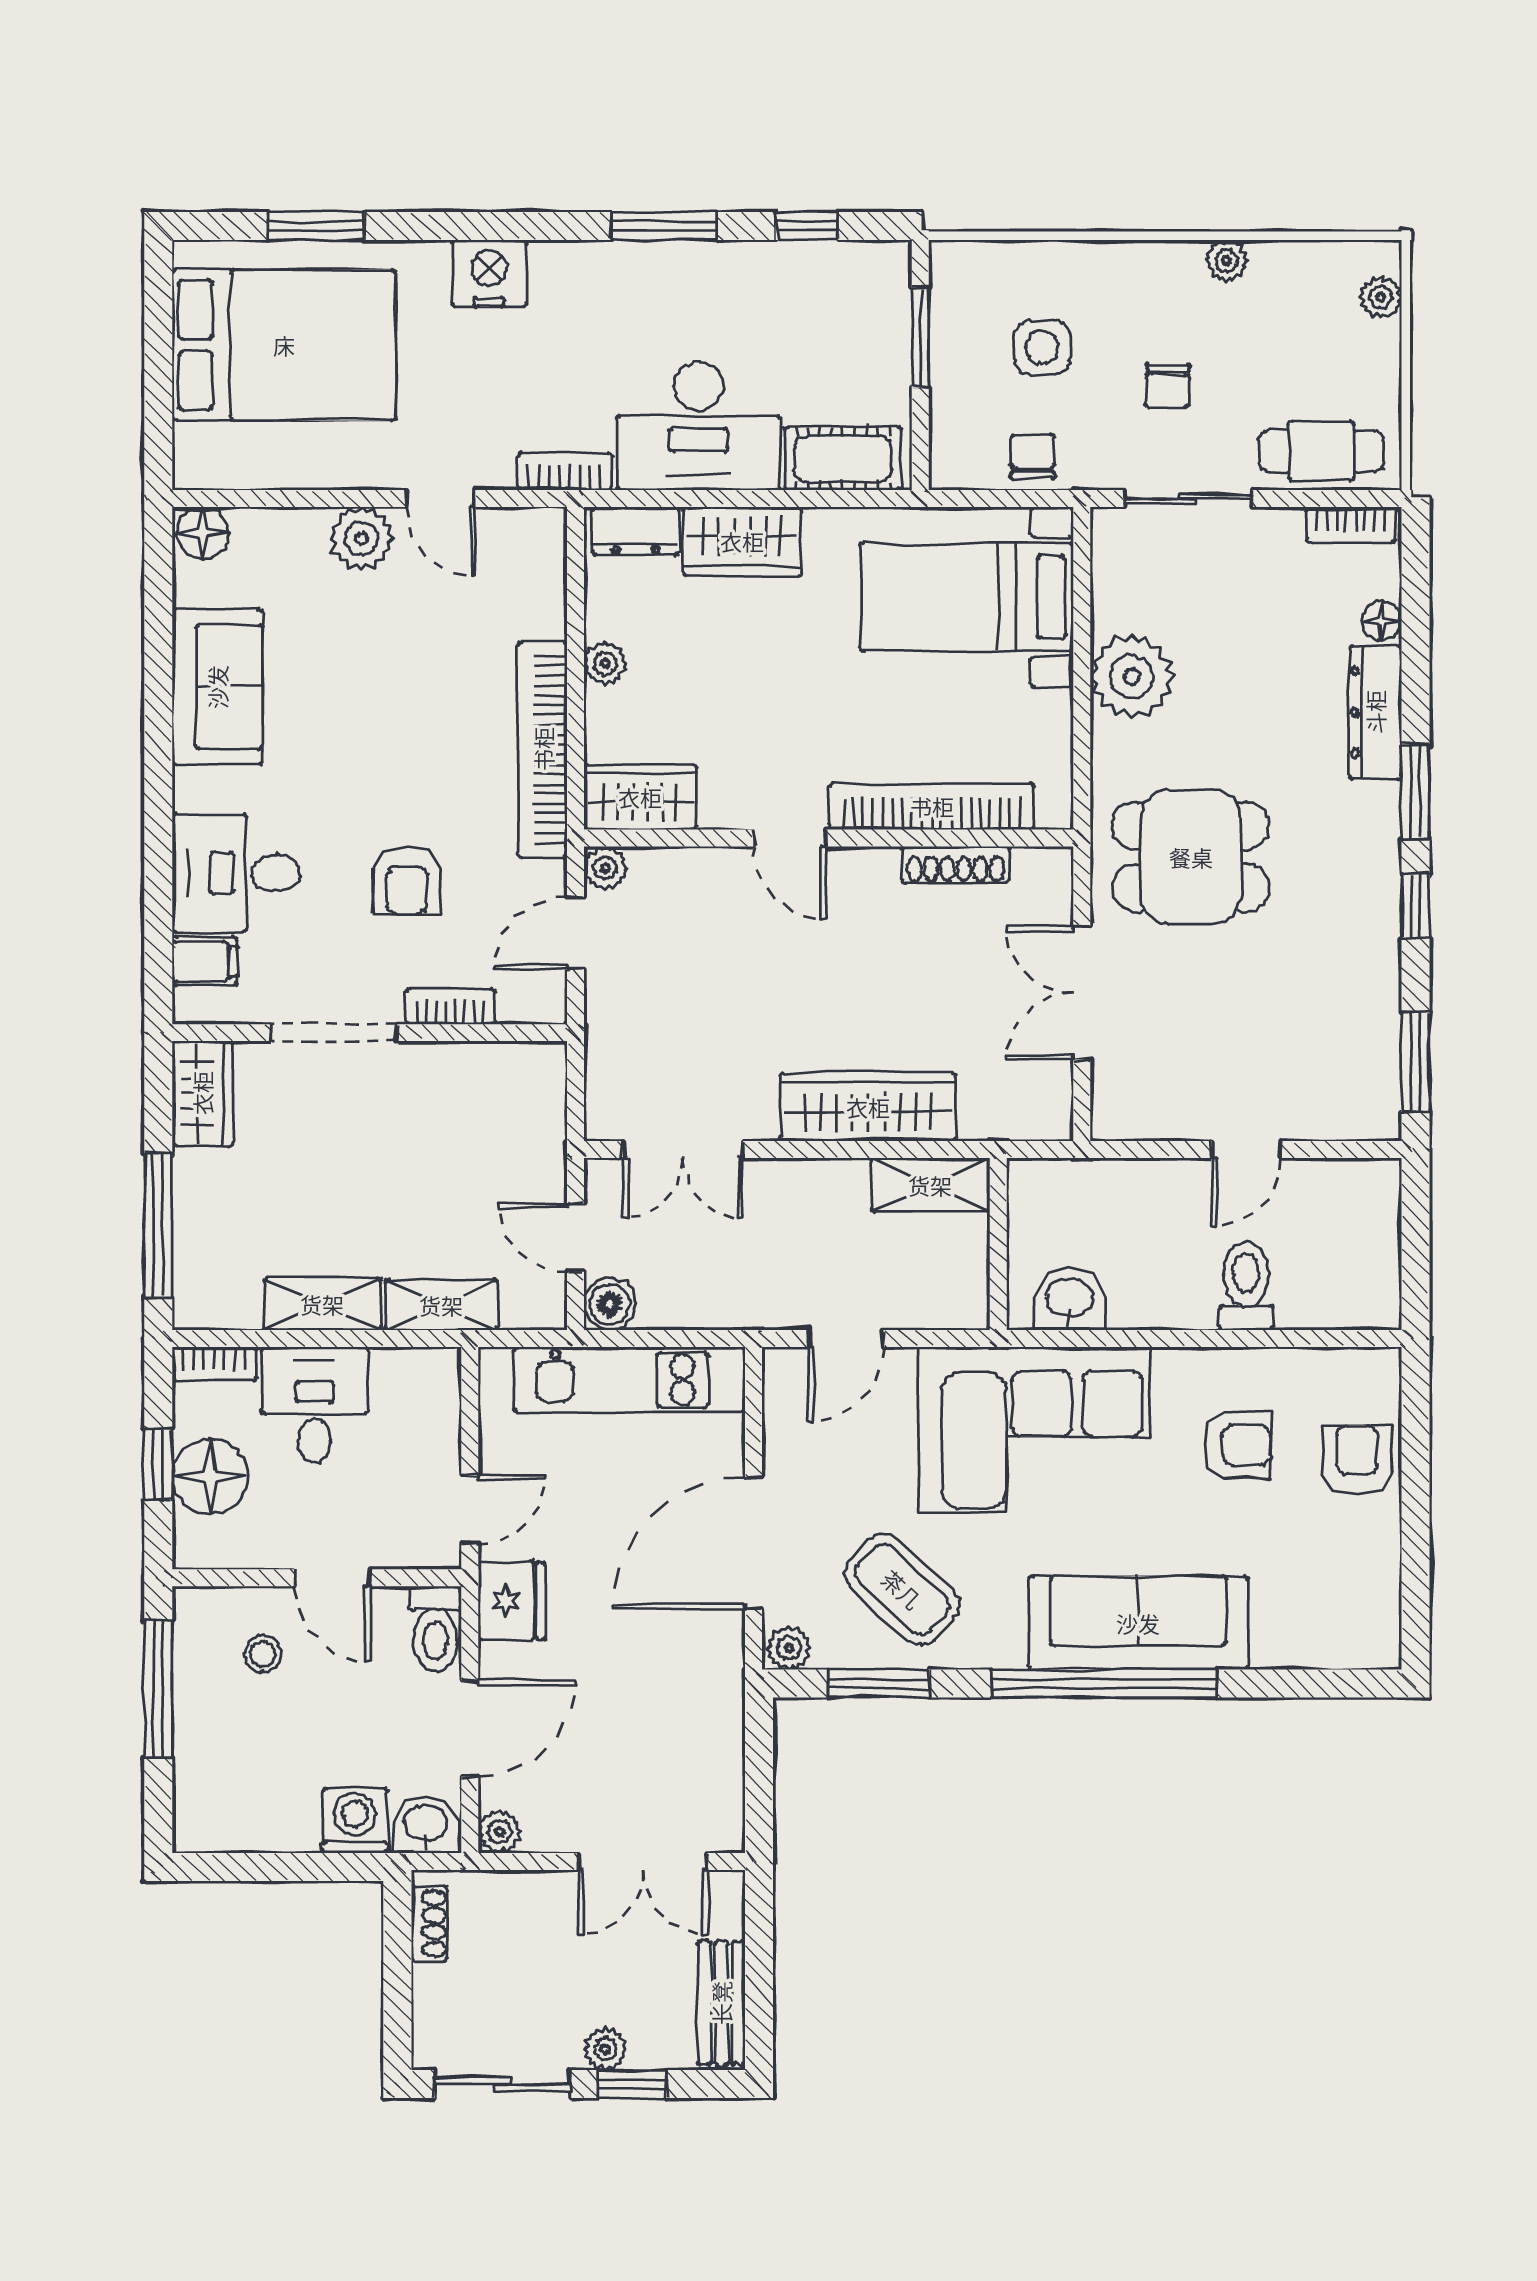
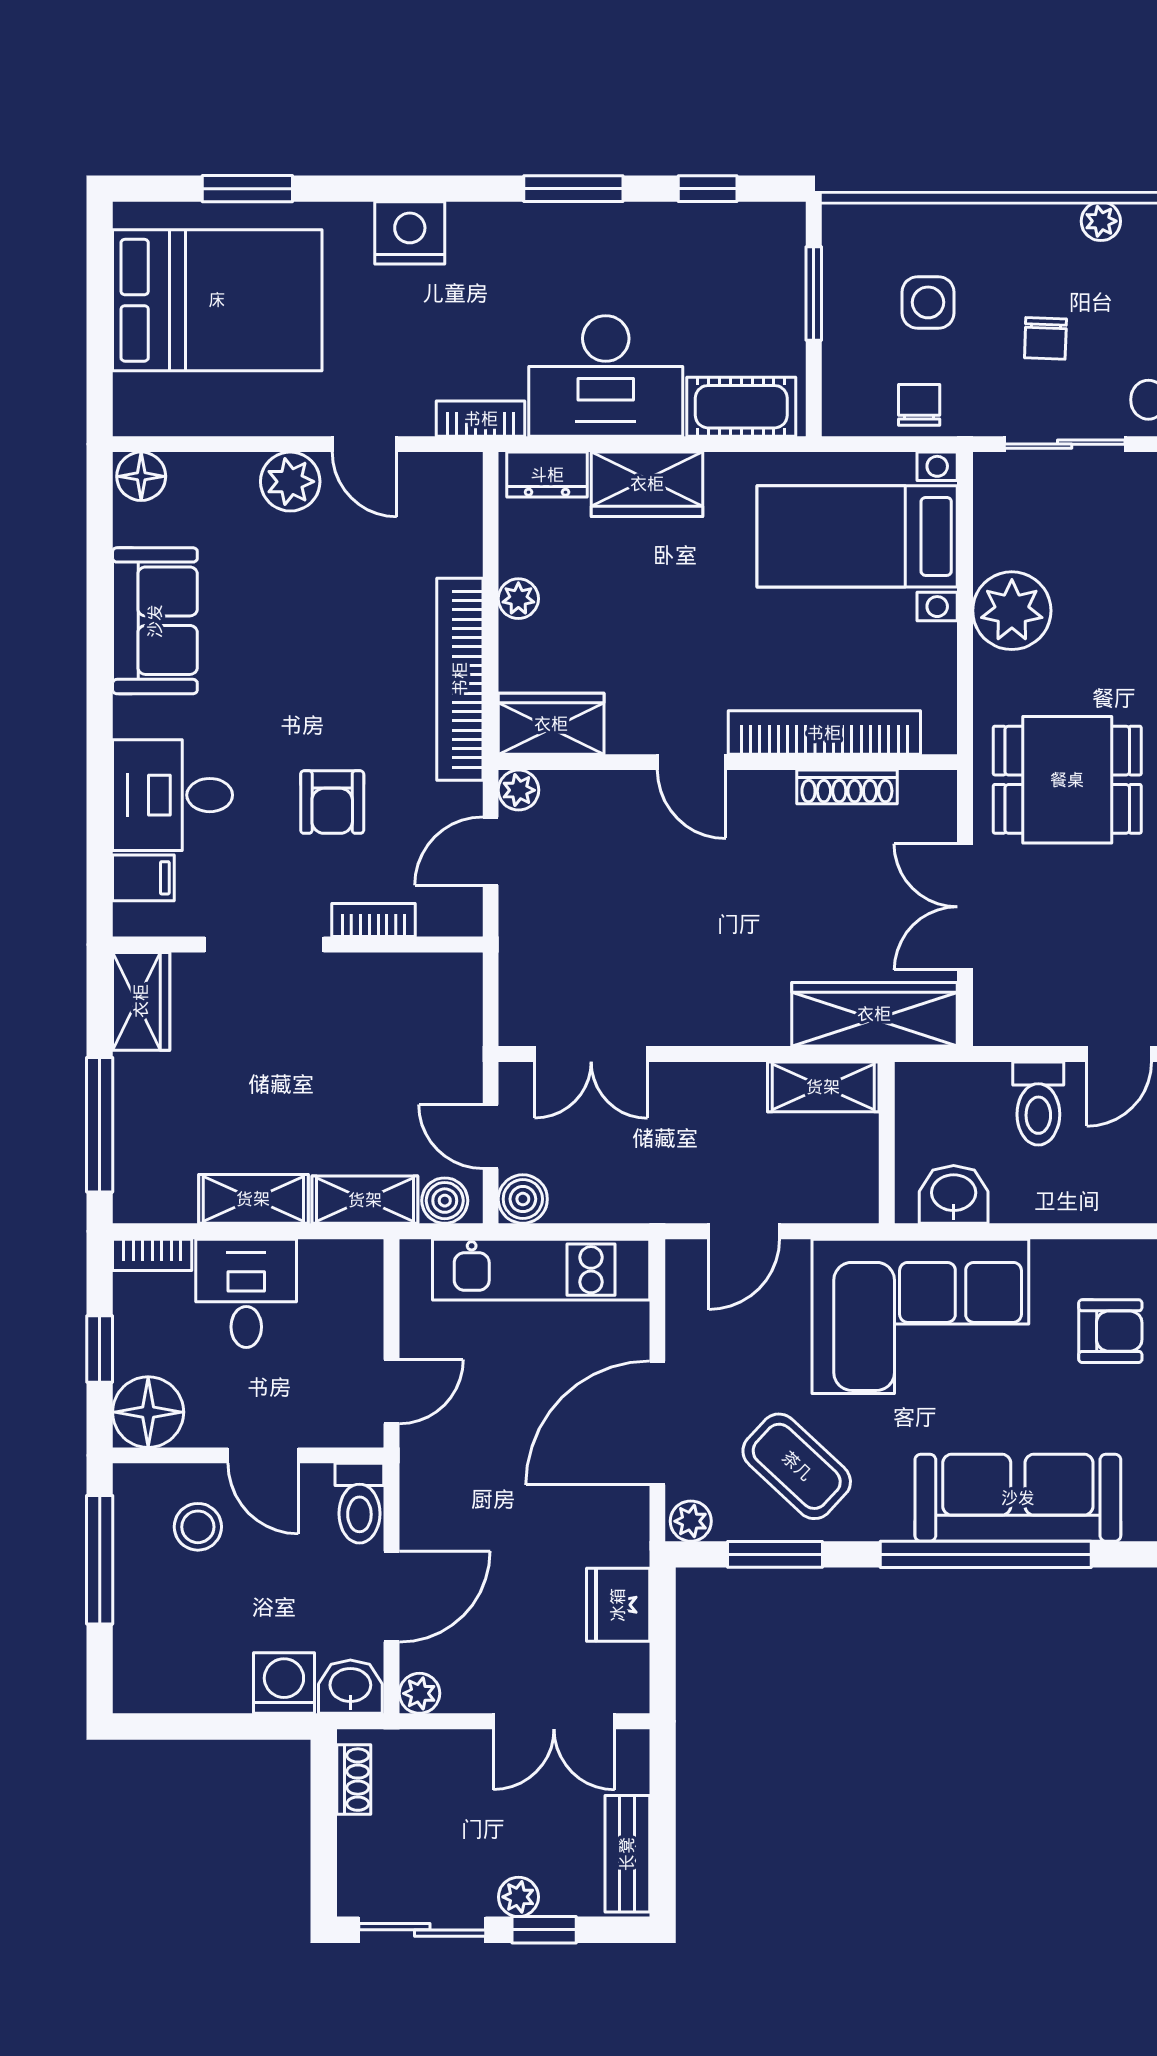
wardrobe: (868, 1107) -> (874, 1014), moved
toilet: (1246, 1286) -> (1038, 1104), moved, turned 180
boiler: (526, 1306) -> (445, 1201), added
floor lamp: (210, 1476) -> (148, 1412), moved
fridge: (512, 1601) -> (618, 1605), moved, turned 180
stool: (263, 1654) -> (198, 1527), width x1.37, depth x1.37

